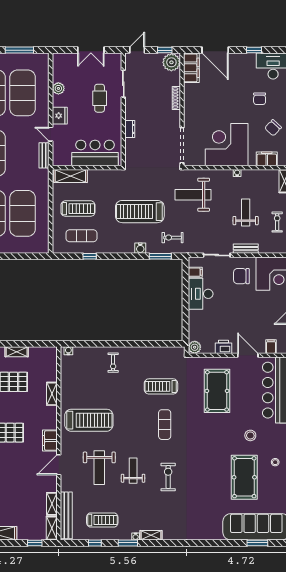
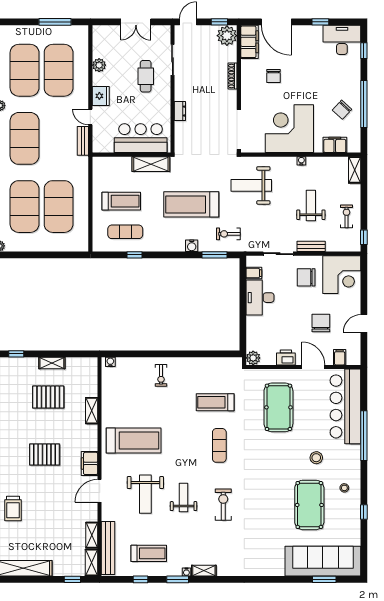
chair: (260, 99) -> (273, 76), moved
shelving: (70, 176) -> (151, 164), moved
chair: (254, 316) -> (321, 323), added

